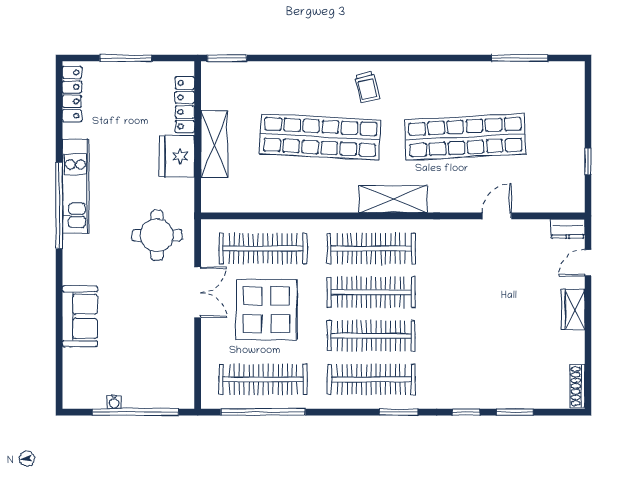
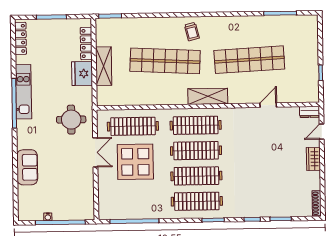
clothes rail: (263, 379) -> (134, 202), removed

